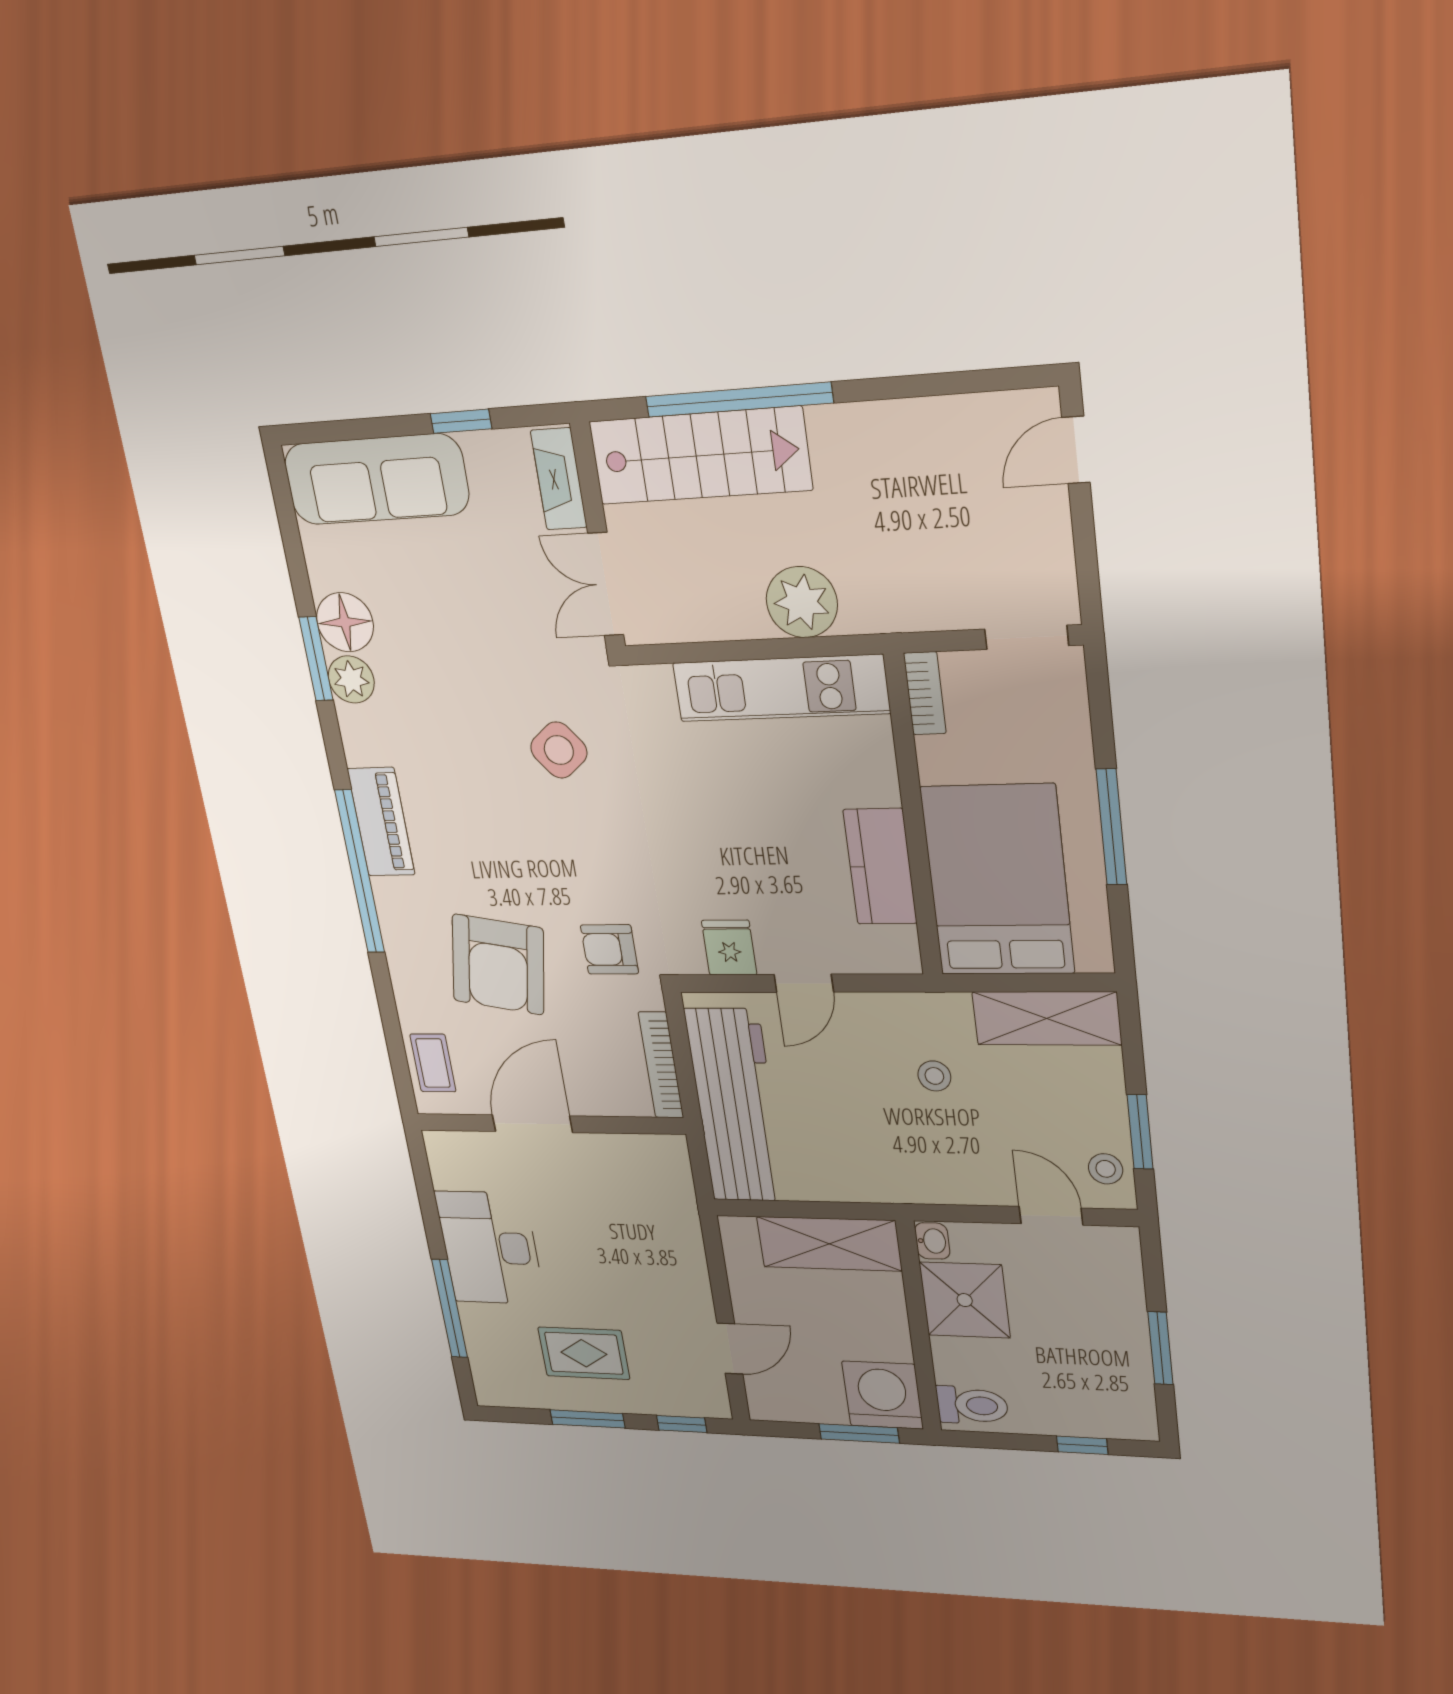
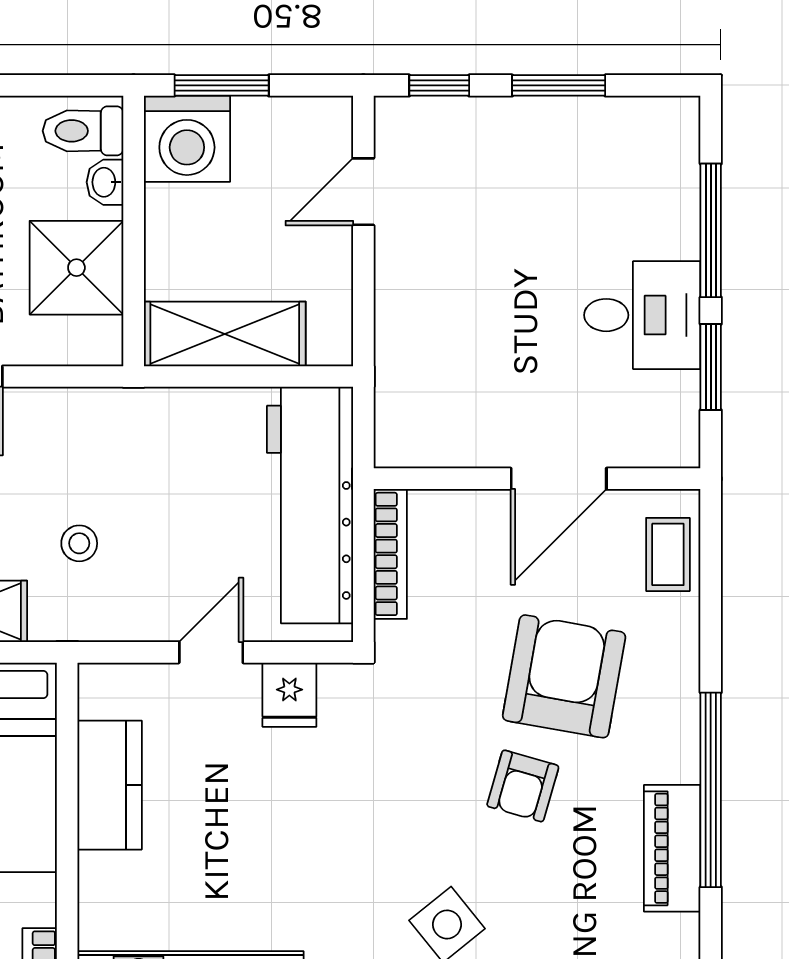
armchair: (609, 949) -> (523, 786), moved, turned 106
window: (429, 1207) -> (711, 367), added
washbasin: (932, 1241) -> (105, 182), moved
desk: (490, 1248) -> (642, 315), width x0.73
rug: (584, 1353) -> (548, 177), removed

